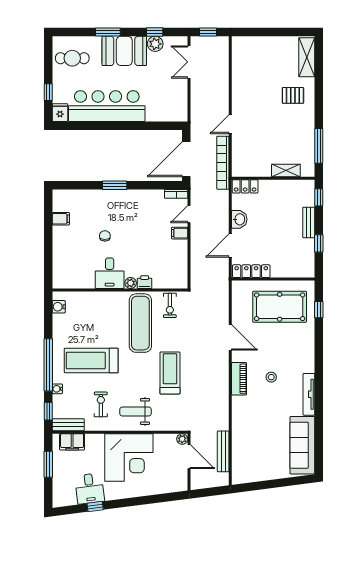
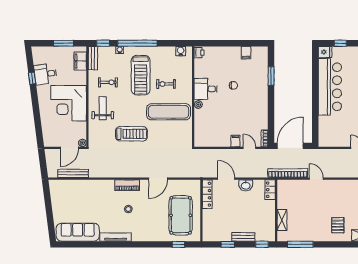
door: (186, 159) -> (290, 146), hinge flipped
window: (115, 185) -> (271, 76), moved
printer: (145, 282) -> (199, 53), moved
exercise bike: (170, 305) -> (166, 84), moved
treadmill: (91, 361) -> (141, 75), turned 180

